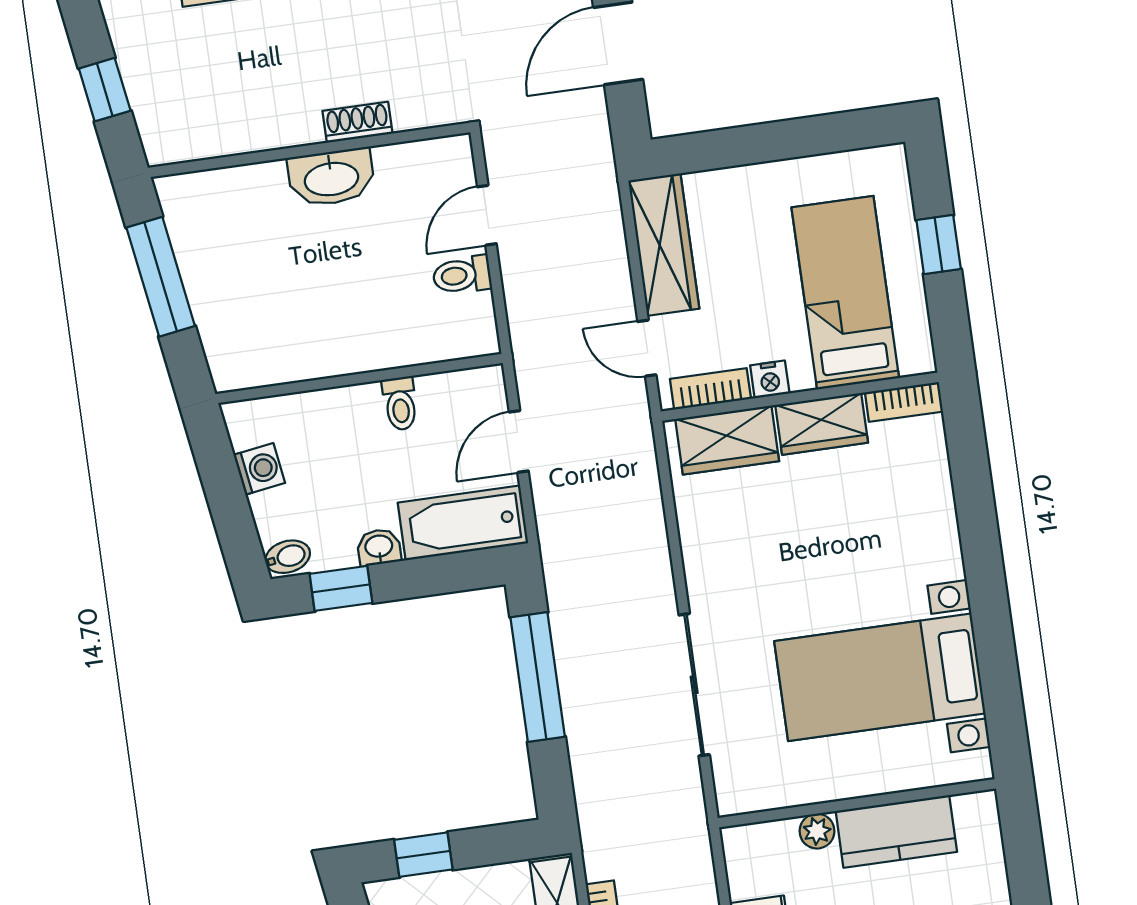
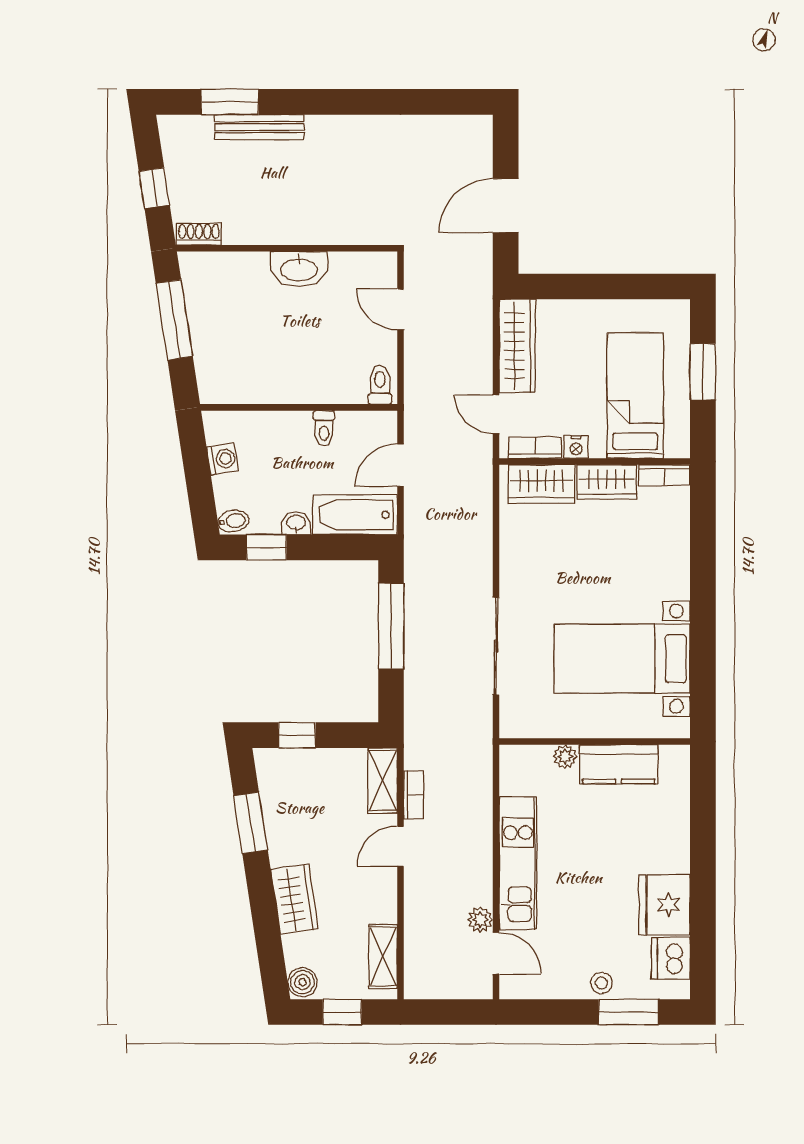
shoe rack: (357, 122) -> (199, 234), moved
door: (487, 215) -> (401, 309), hinge flipped
window: (939, 245) -> (703, 372), width x1.50
toilet: (462, 275) -> (380, 385), moved, turned 90

